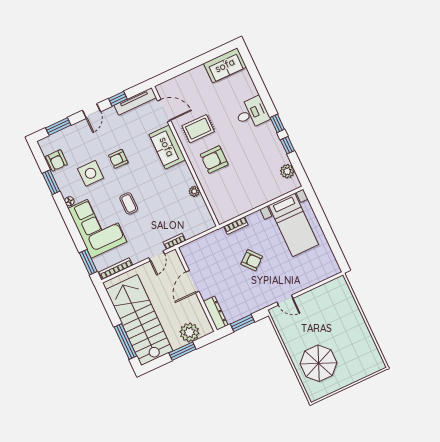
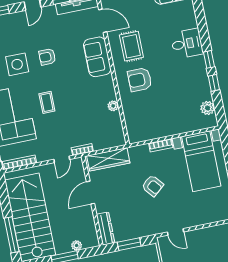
rug: (198, 129) -> (131, 46), turned 90
bookcase: (236, 226) -> (161, 145), moved
wardrobe: (202, 245) -> (108, 159), added
plant: (189, 332) -> (77, 245), width x0.53, depth x0.53

